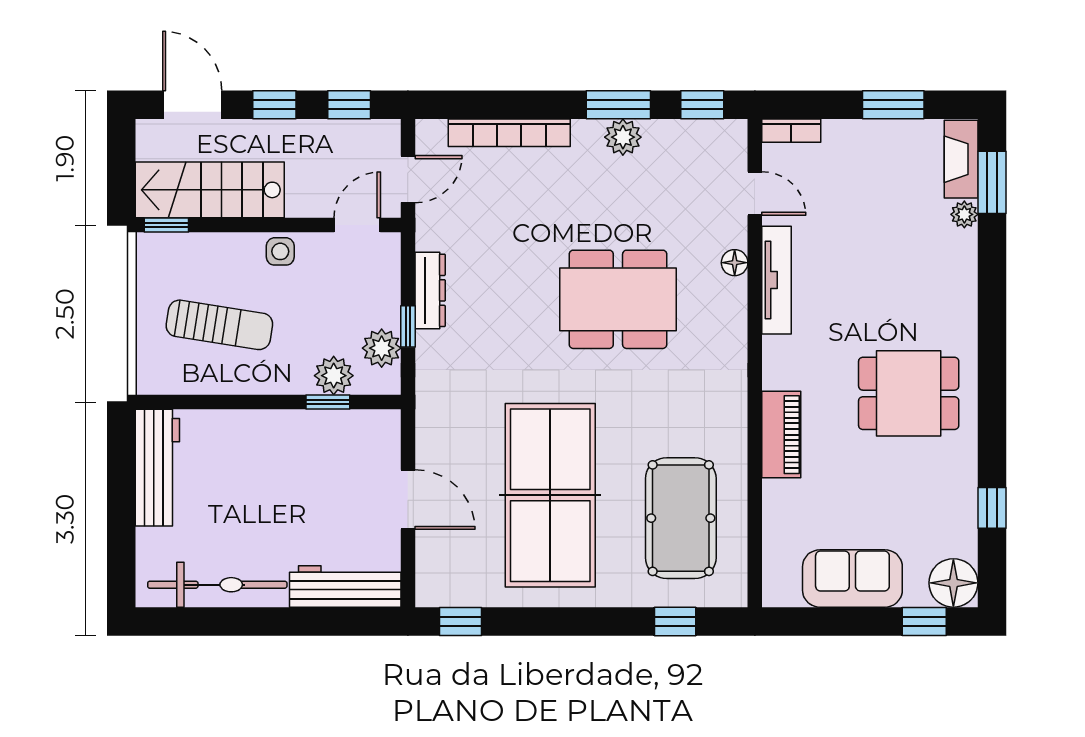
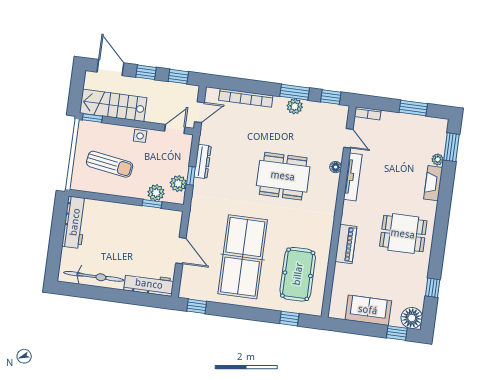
fireplace: (961, 159) -> (433, 183), moved

